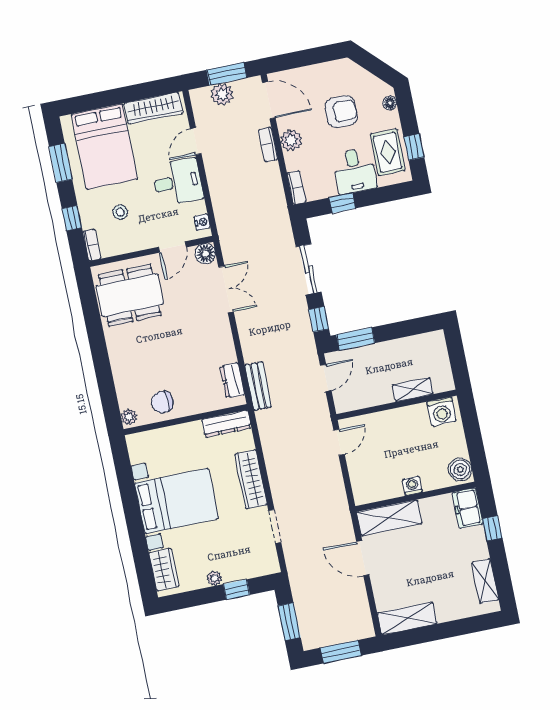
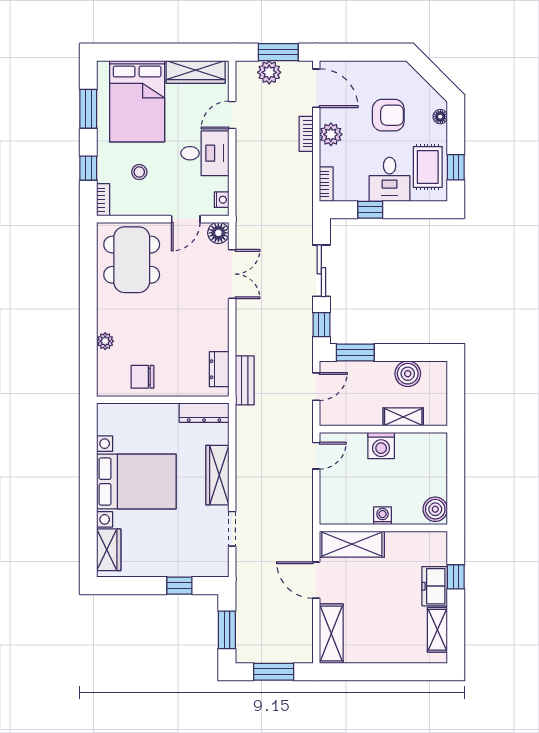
dining table: (130, 295) -> (132, 260), turned 90
boiler: (409, 349) -> (408, 374), added
washing machine: (442, 411) -> (381, 446), moved
plant: (129, 417) -> (105, 341), moved
freezer: (468, 508) -> (435, 586), moved
plant: (214, 578) -> (159, 569), removed
shelving: (407, 618) -> (331, 634), moved, turned 90

